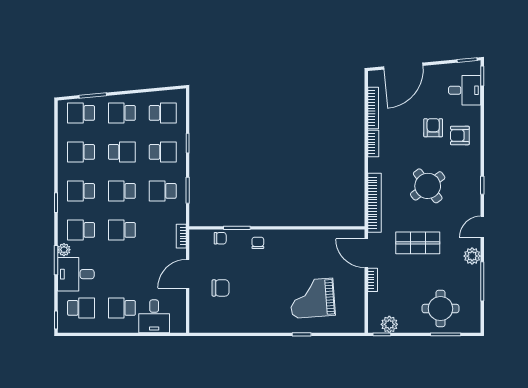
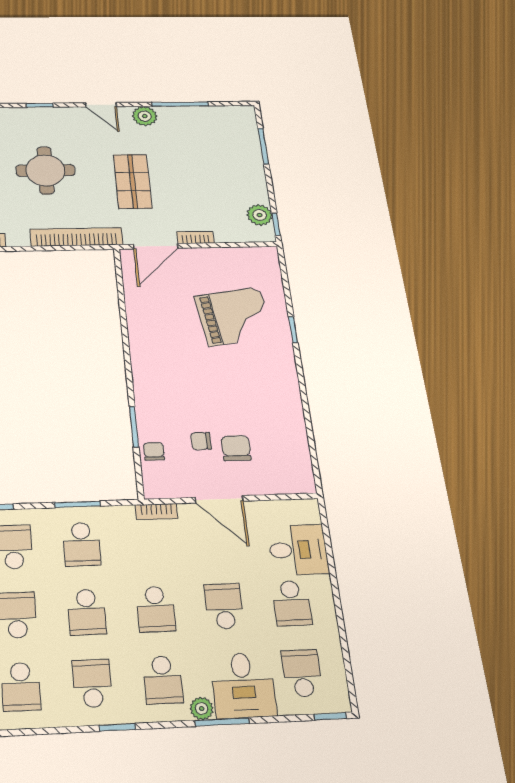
round table: (428, 186) -> (45, 170), turned 37
school desk: (81, 191) -> (92, 683), turned 180
chair: (258, 243) -> (201, 441), moved
school desk: (122, 269) -> (224, 606), added
grand piano: (312, 298) -> (234, 316), turned -94
round table: (440, 309) -> (227, 153), removed

